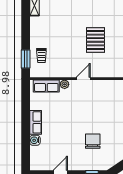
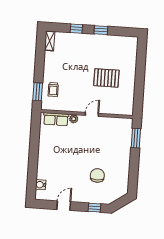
pallet: (95, 40) -> (106, 78), turned 90
row of seats: (36, 122) -> (43, 154), removed
water cooler: (35, 140) -> (41, 185), moved

